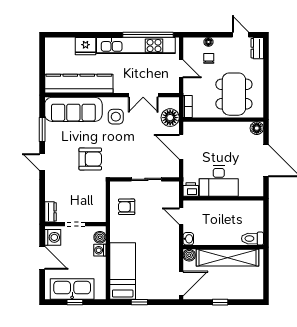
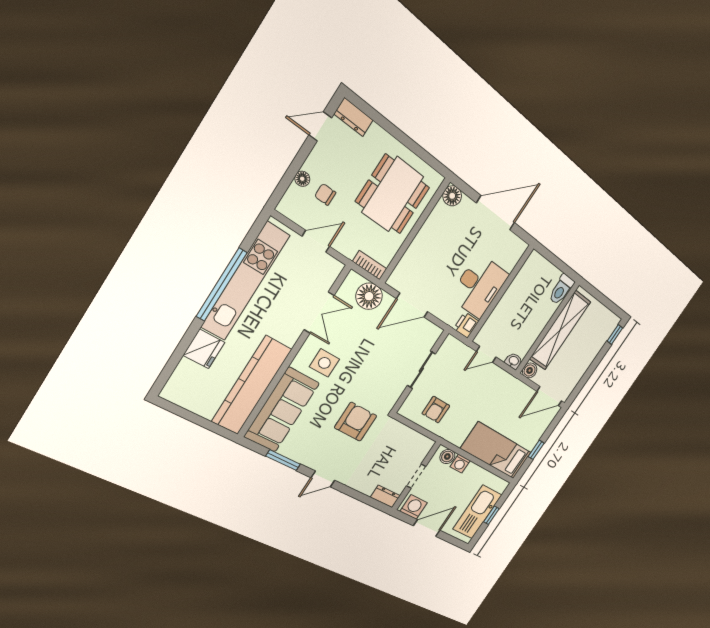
window: (148, 35) -> (222, 284), moved
dining table: (234, 94) -> (393, 194), turned 90
door: (181, 284) -> (549, 396), swing flipped
window: (220, 302) -> (615, 335), moved

